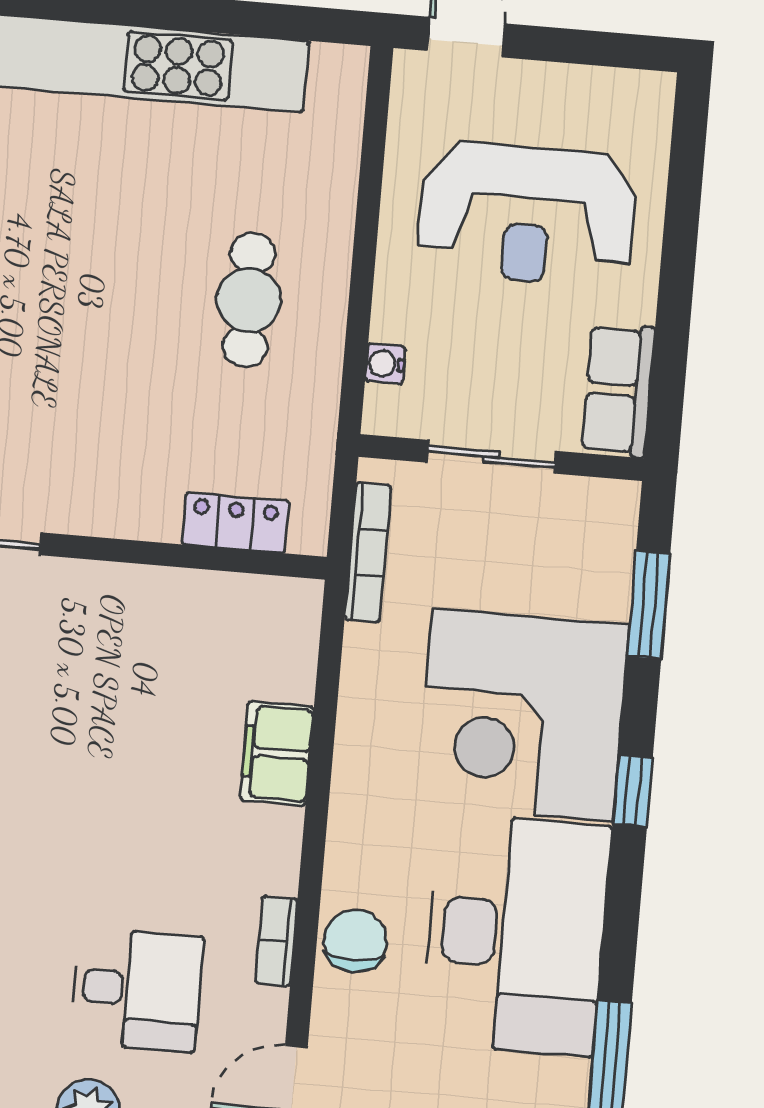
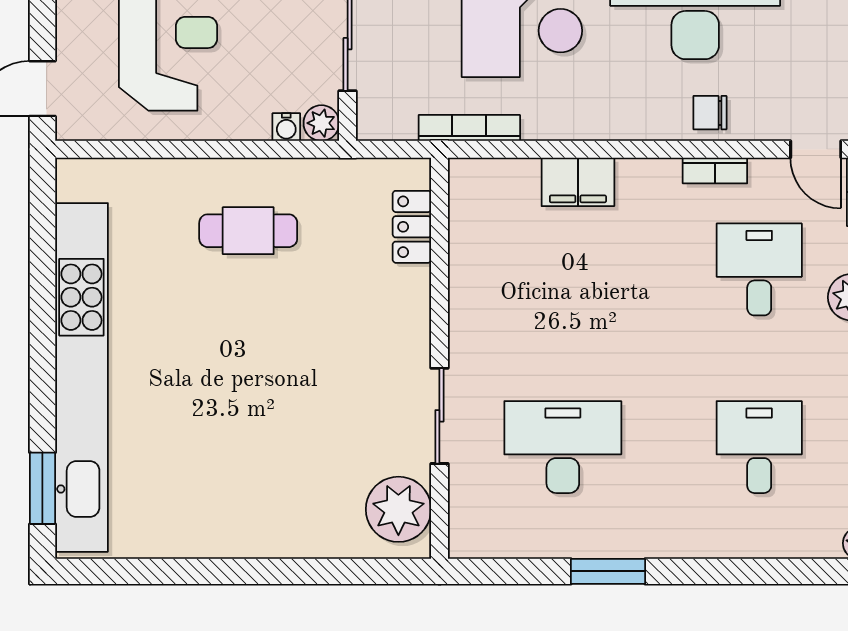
plant: (387, 412) -> (321, 123), added
bookcase: (368, 552) -> (469, 128), moved
chair: (356, 941) -> (710, 113), width x0.73, depth x0.73

